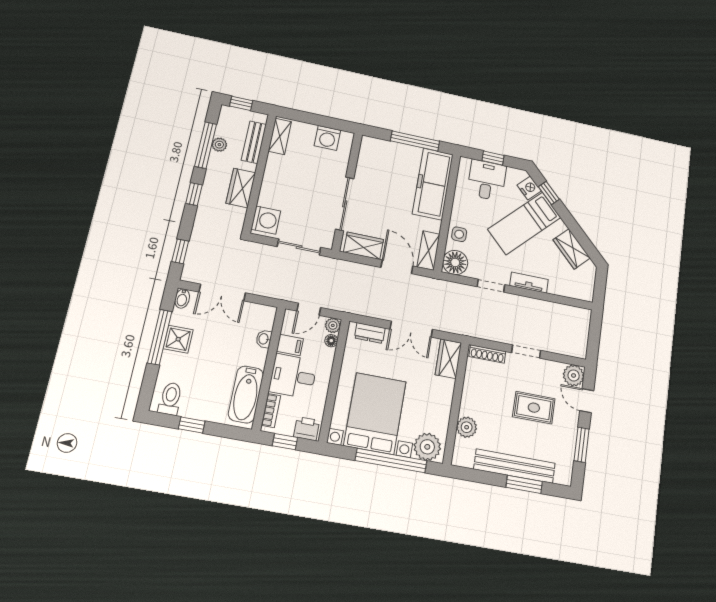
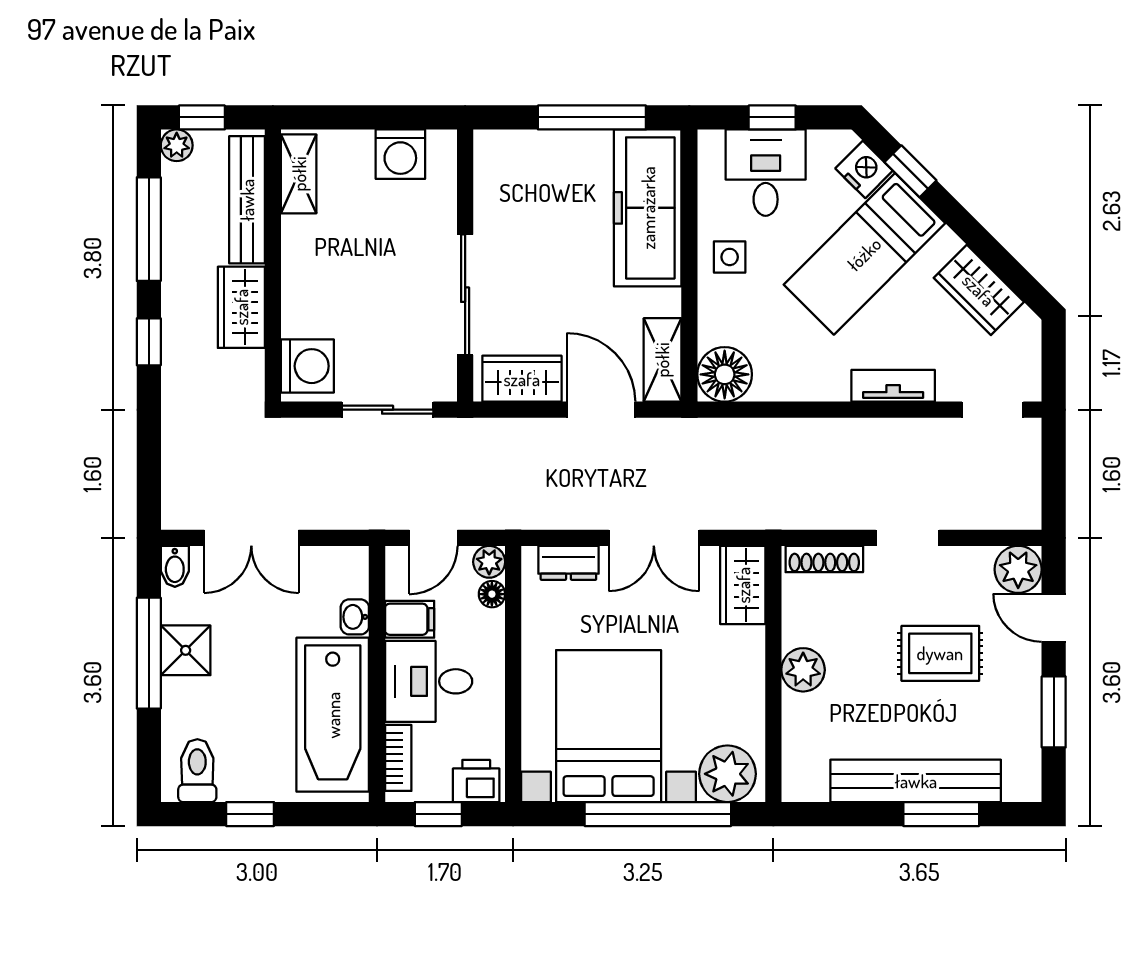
bench: (254, 142) -> (247, 200), width x1.36
plant: (219, 145) -> (177, 145), moved
side table: (459, 234) -> (730, 257), moved
window: (180, 251) -> (149, 470), removed
doorway: (491, 286) -> (993, 410), moved
bathtub: (246, 394) -> (333, 715), width x1.36, depth x1.36
plant: (467, 427) -> (803, 670), moved

